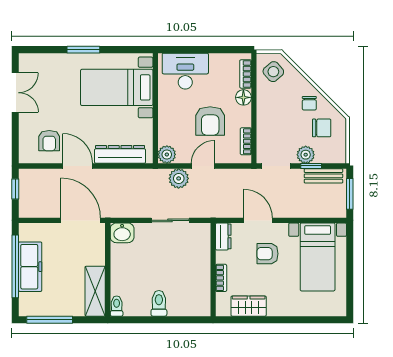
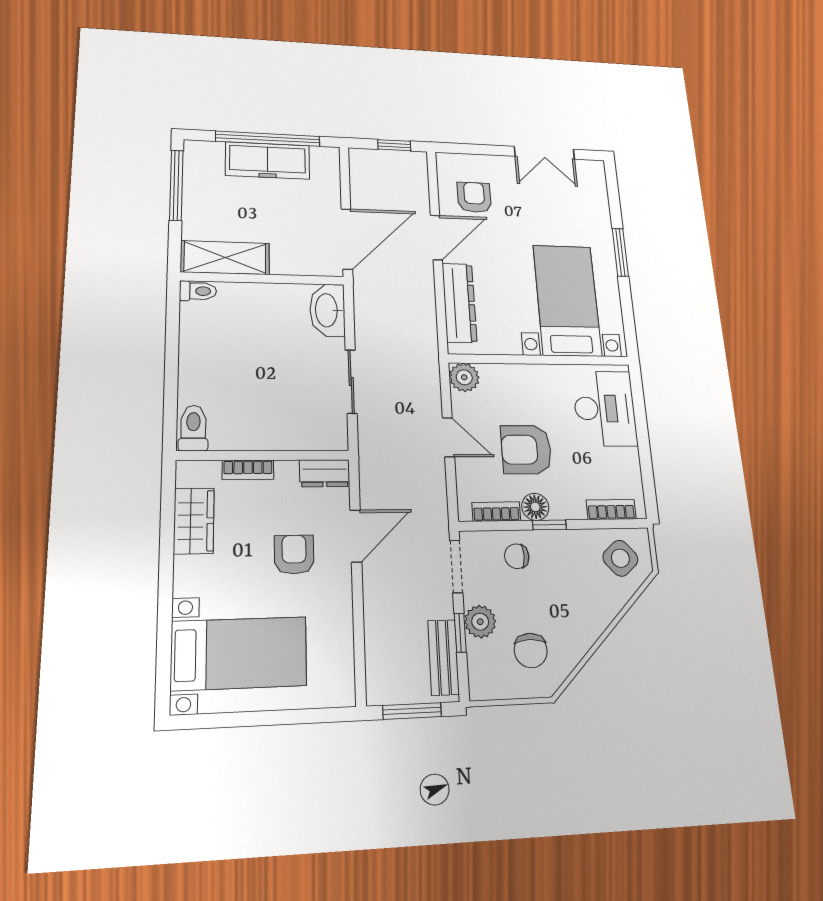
floor lamp: (243, 97) -> (535, 507), moved
chair: (309, 103) -> (517, 556), moved
window: (254, 111) -> (549, 525), added
armchair: (49, 141) -> (474, 197), turned 90
plant: (179, 178) -> (425, 397), removed
washbasin: (122, 233) -> (327, 310), width x1.38
bed with nightstands: (318, 257) -> (239, 653), moved, turned 180
toilet: (159, 303) -> (193, 428), moved, turned -90

